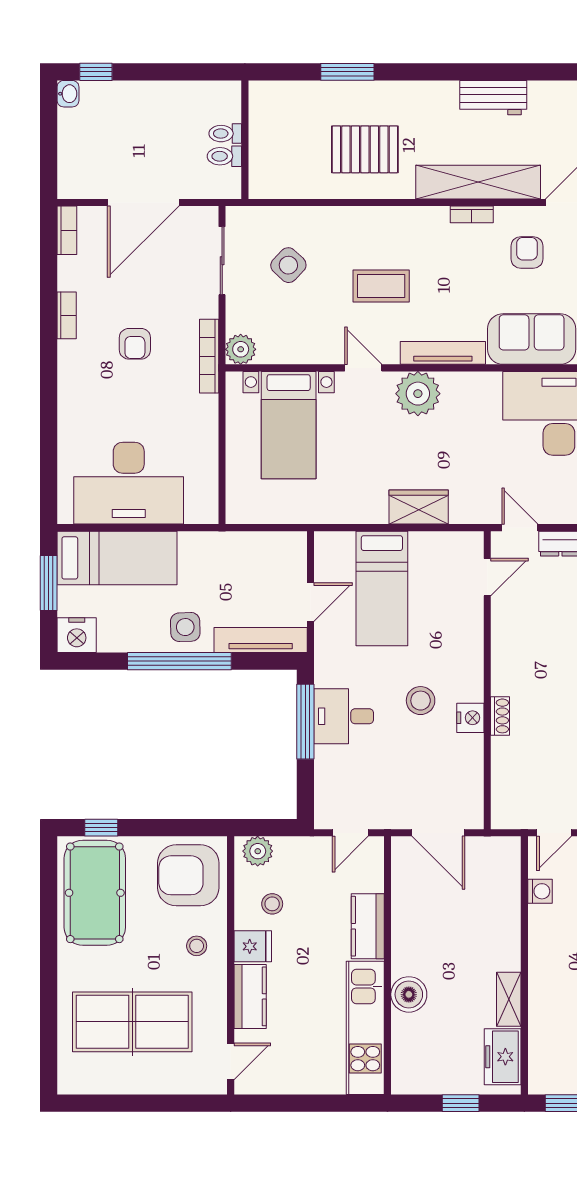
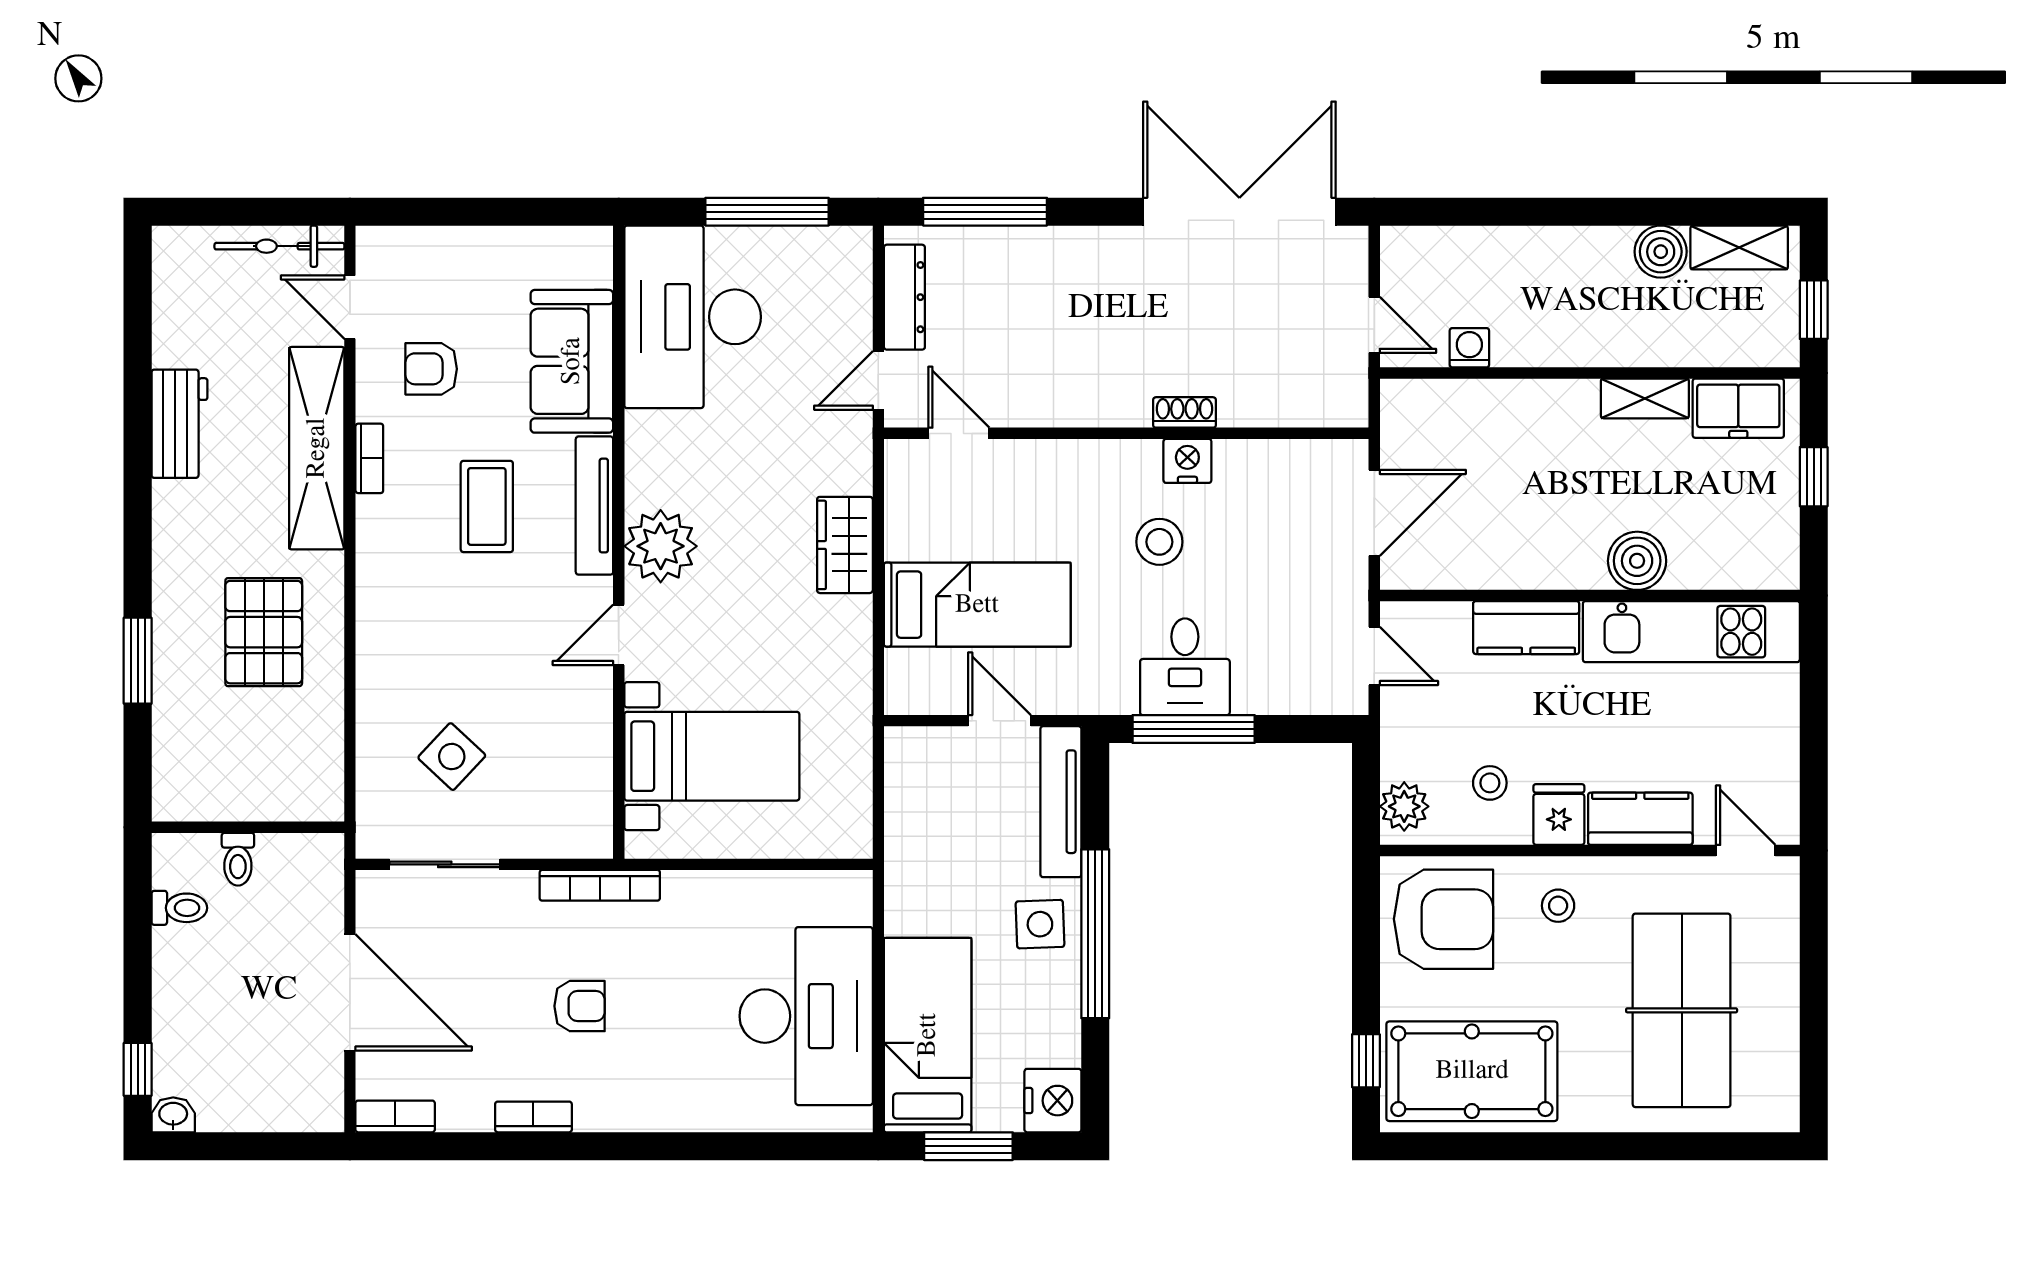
toilet: (224, 156) -> (179, 908), moved, turned -90
coffee table: (381, 286) -> (487, 506), moved
plant: (241, 349) -> (589, 834), removed
armchair: (188, 875) -> (1443, 919), turned -90

